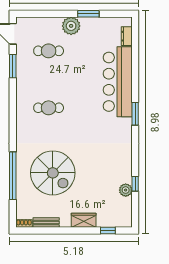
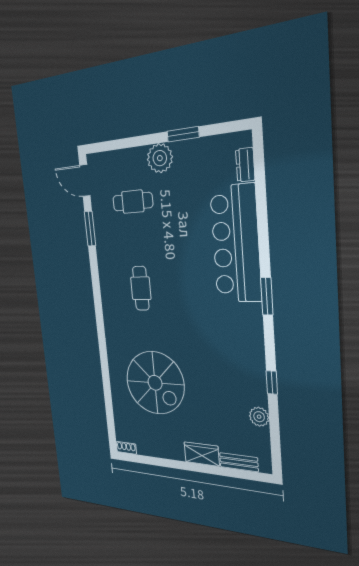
cafe table: (49, 108) -> (141, 288), turned 90
window: (13, 176) -> (106, 383), removed
window: (135, 184) -> (272, 382), moved
bench: (46, 223) -> (239, 462), moved
window: (108, 231) -> (237, 473), removed

